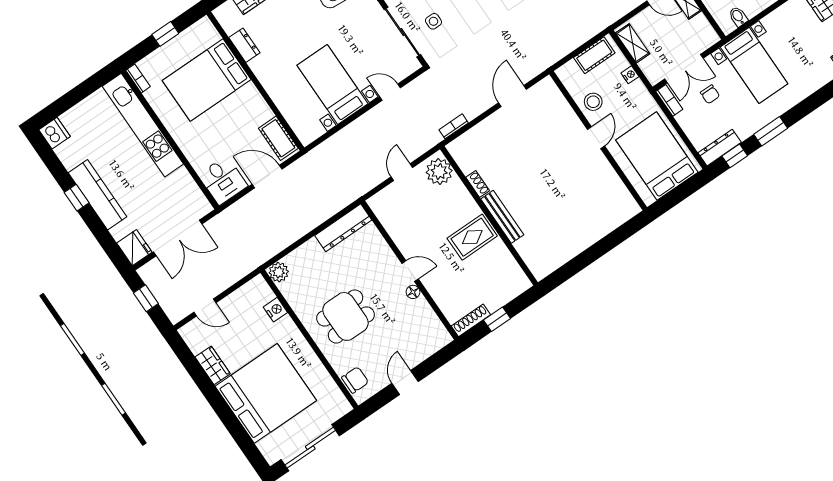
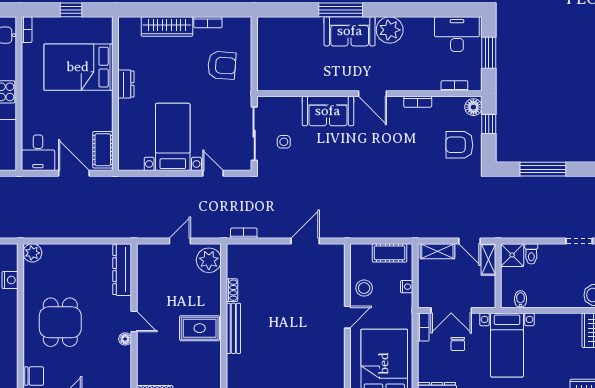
shelving: (633, 43) -> (437, 251), moved, turned 90
dresser: (244, 45) -> (126, 84), moved
dresser: (343, 228) -> (122, 270), moved, turned 90
dining table: (346, 316) -> (60, 322), turned 90

